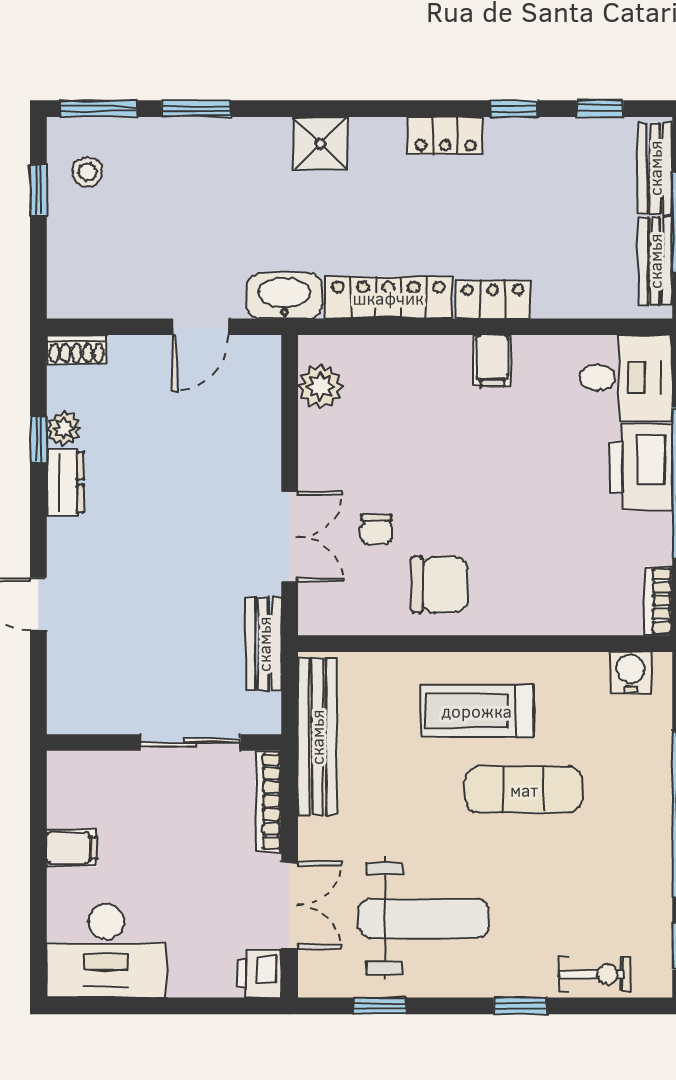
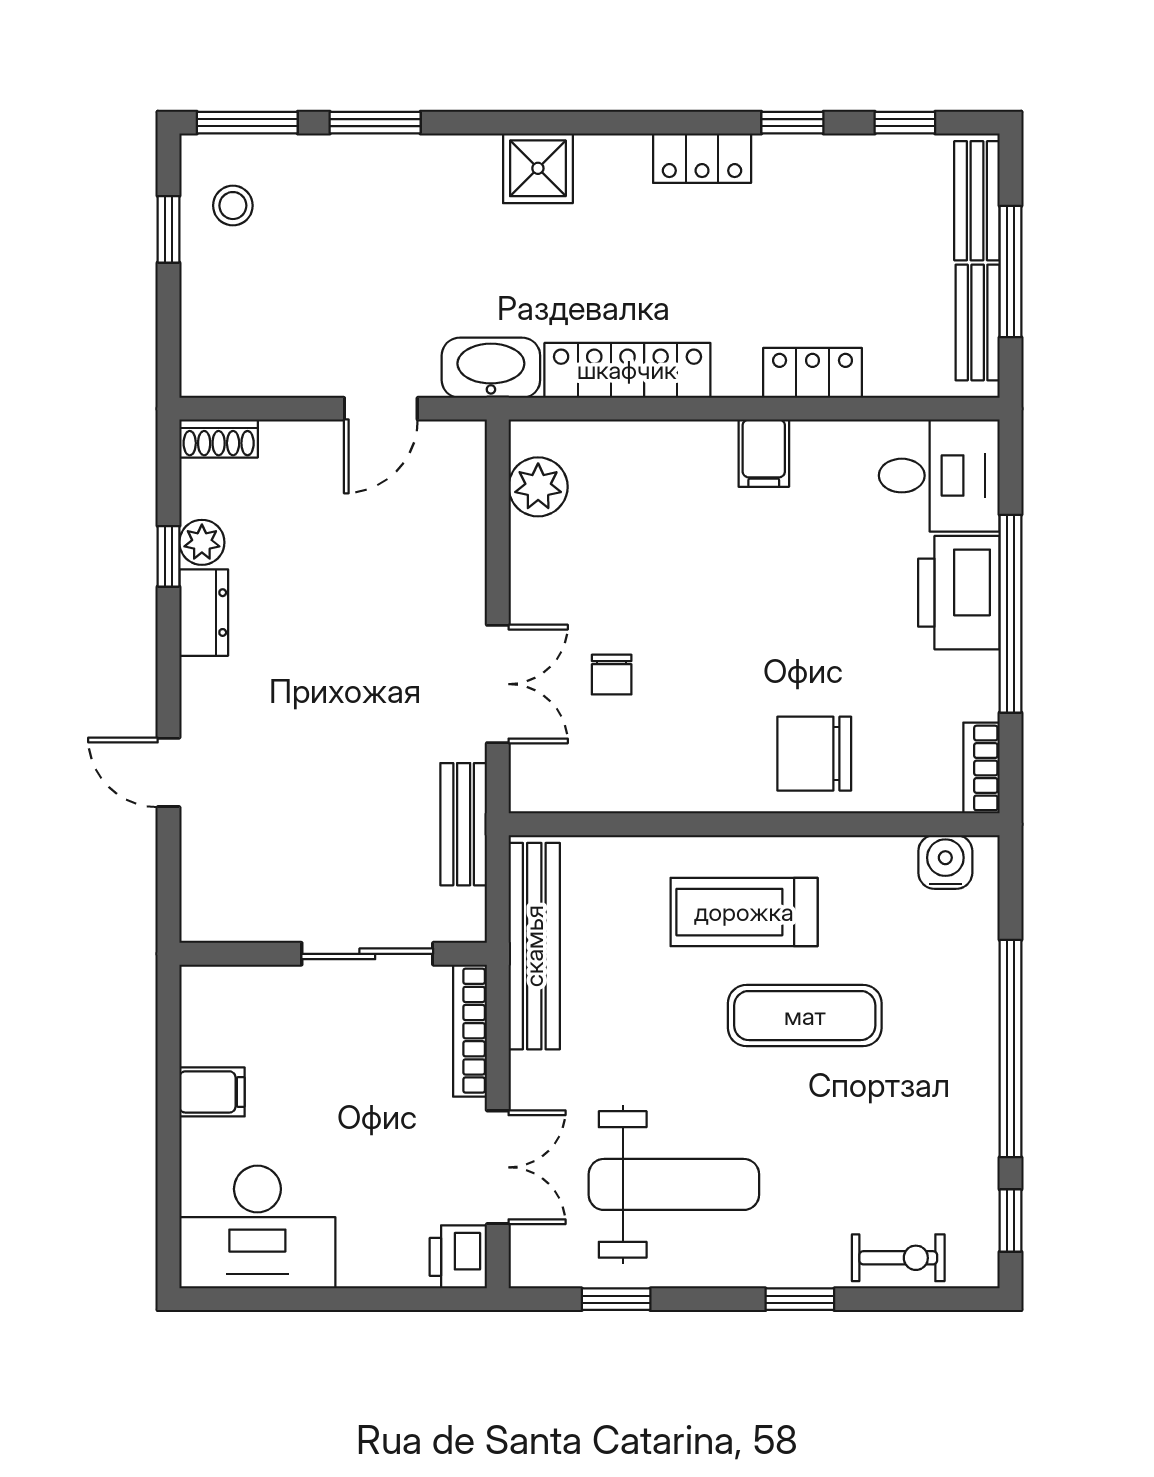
locker: (493, 299) -> (813, 373), moved
chair: (440, 585) -> (814, 754), moved, turned 180

